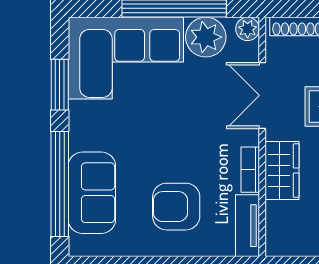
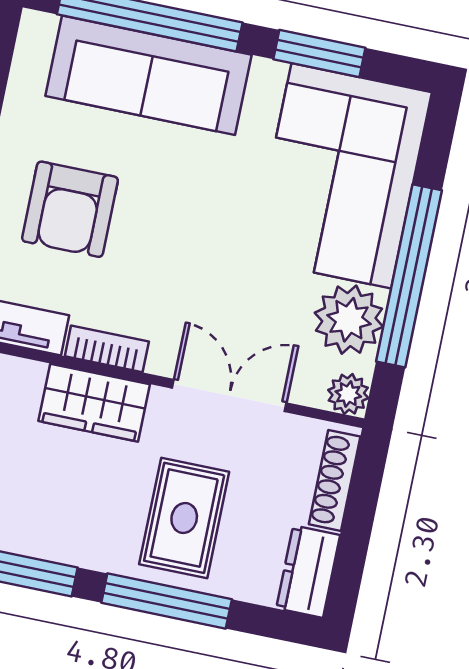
sofa: (92, 193) -> (149, 75), width x1.36
armchair: (176, 207) -> (70, 209), turned 180

